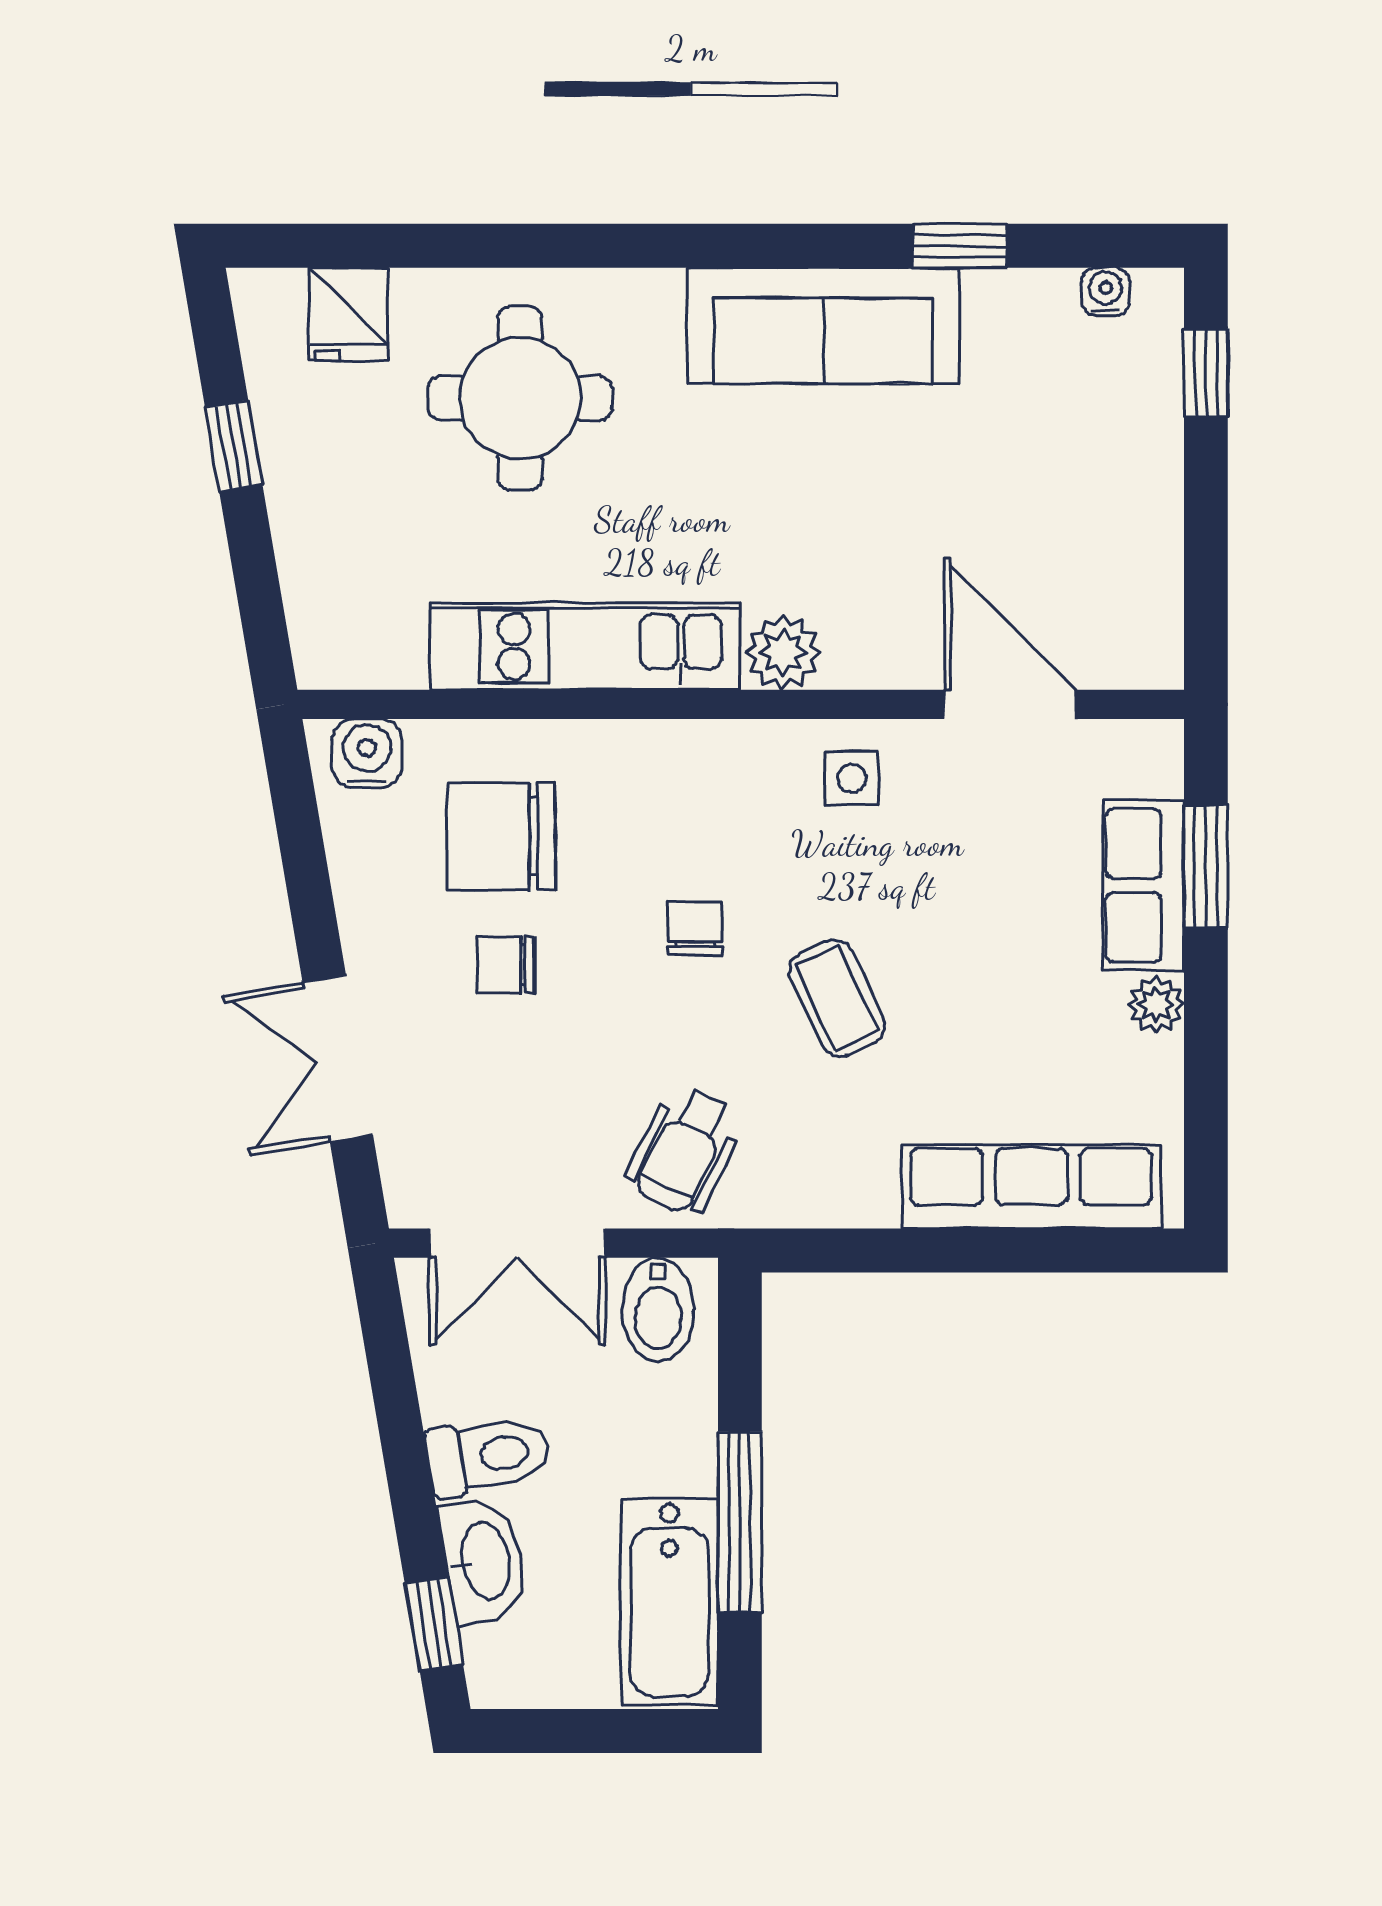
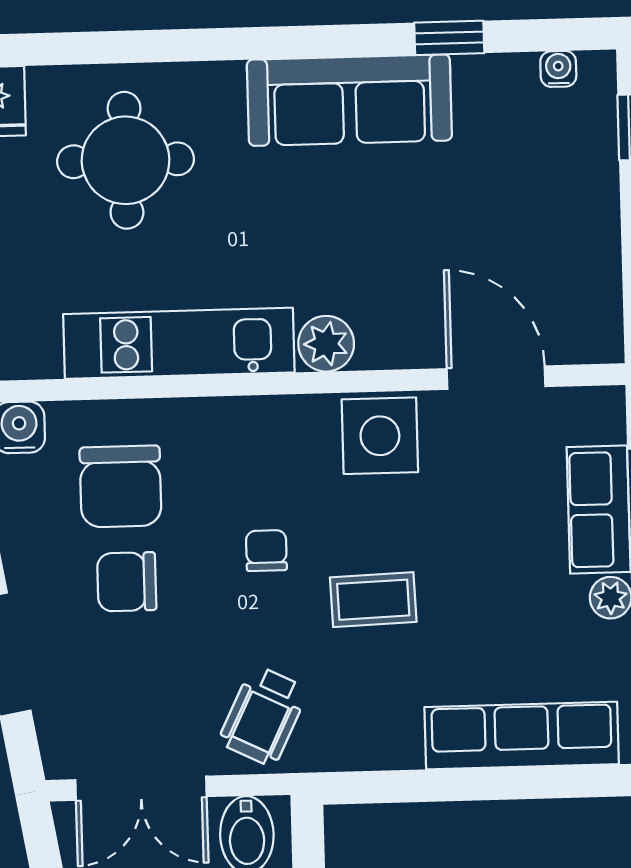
side table: (852, 778) -> (380, 436), width x1.87, depth x1.87
chair: (501, 836) -> (121, 486), turned -90
chair: (506, 965) -> (127, 582), width x1.37, depth x1.37
coffee table: (837, 998) -> (373, 600), turned -67

